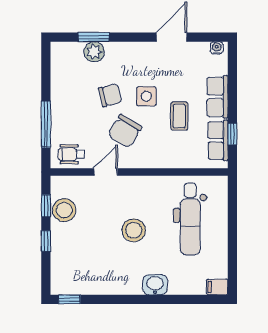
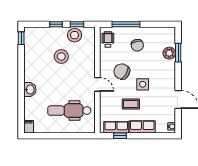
chair: (110, 95) -> (137, 45), moved
door: (106, 172) -> (97, 84), moved
stool: (134, 230) -> (61, 56), moved

